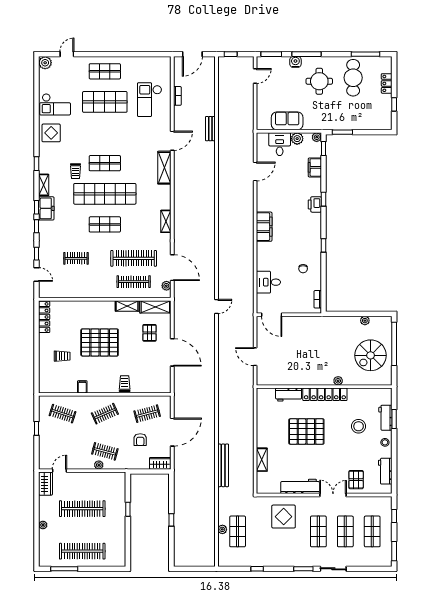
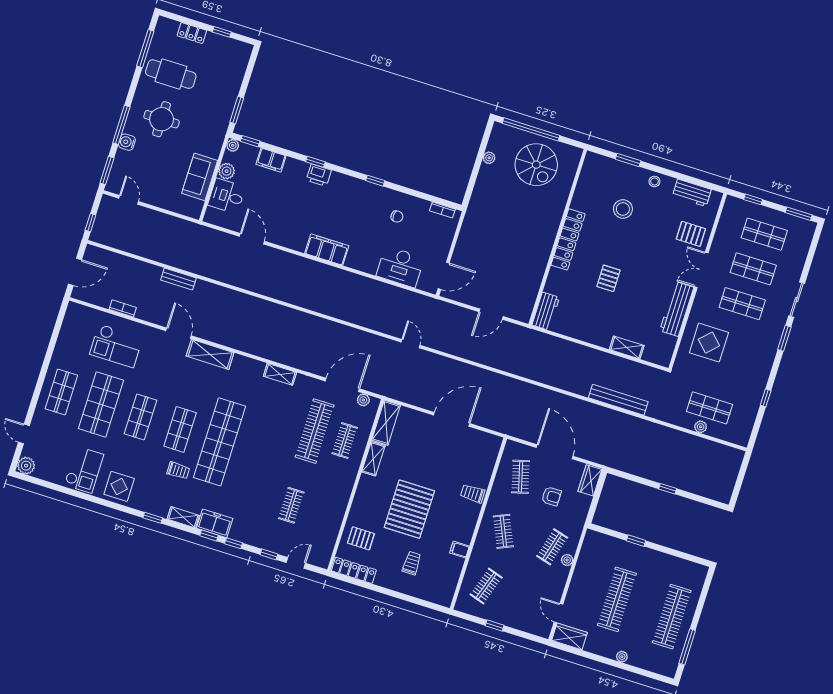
door: (192, 54) -> (75, 272), hinge flipped
shop shelf: (105, 224) -> (141, 417), moved
clothes rail: (134, 282) -> (345, 440), width x0.73
desk: (268, 282) -> (400, 267), width x1.37
pallet: (149, 333) -> (361, 538), moved
plant: (338, 381) -> (556, 217), removed
workbench: (289, 395) -> (546, 311), moved
workbench: (385, 418) -> (623, 171), removed
pallet: (306, 432) -> (608, 278), width x0.49, depth x0.50

